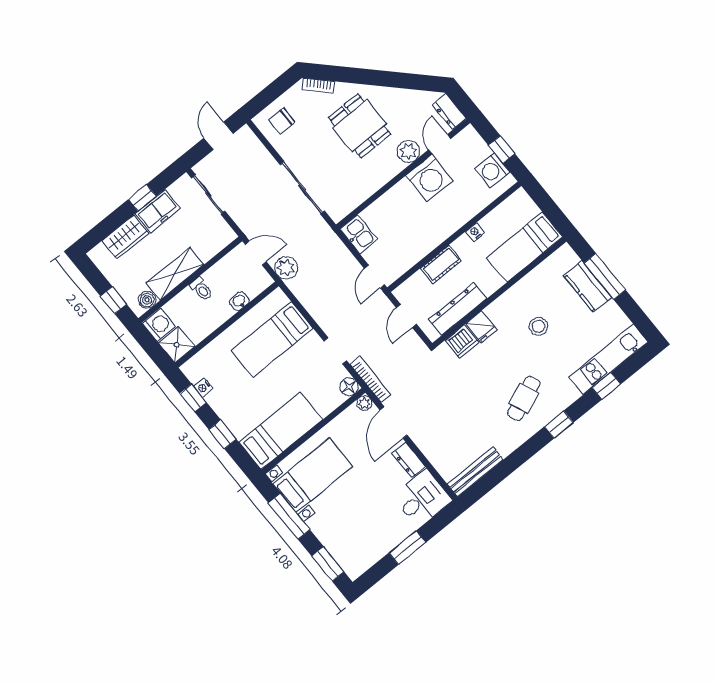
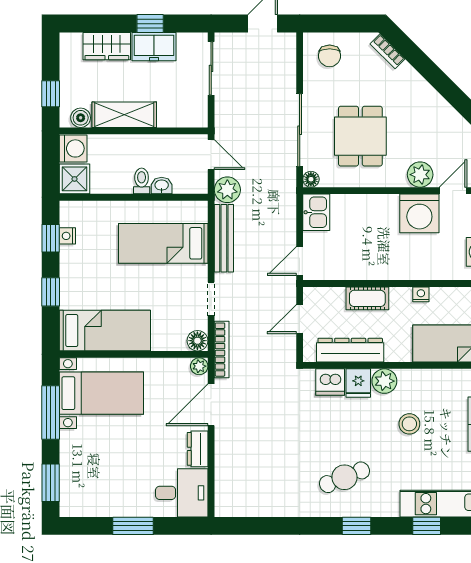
chair: (282, 121) -> (330, 56), turned -90
dining table: (360, 126) -> (360, 136), moved
floor lamp: (337, 215) -> (311, 179), added
toilet: (201, 289) -> (142, 181), moved, turned 180
plant: (498, 311) -> (384, 381), added
bench: (475, 472) -> (224, 238), moved, turned 90

